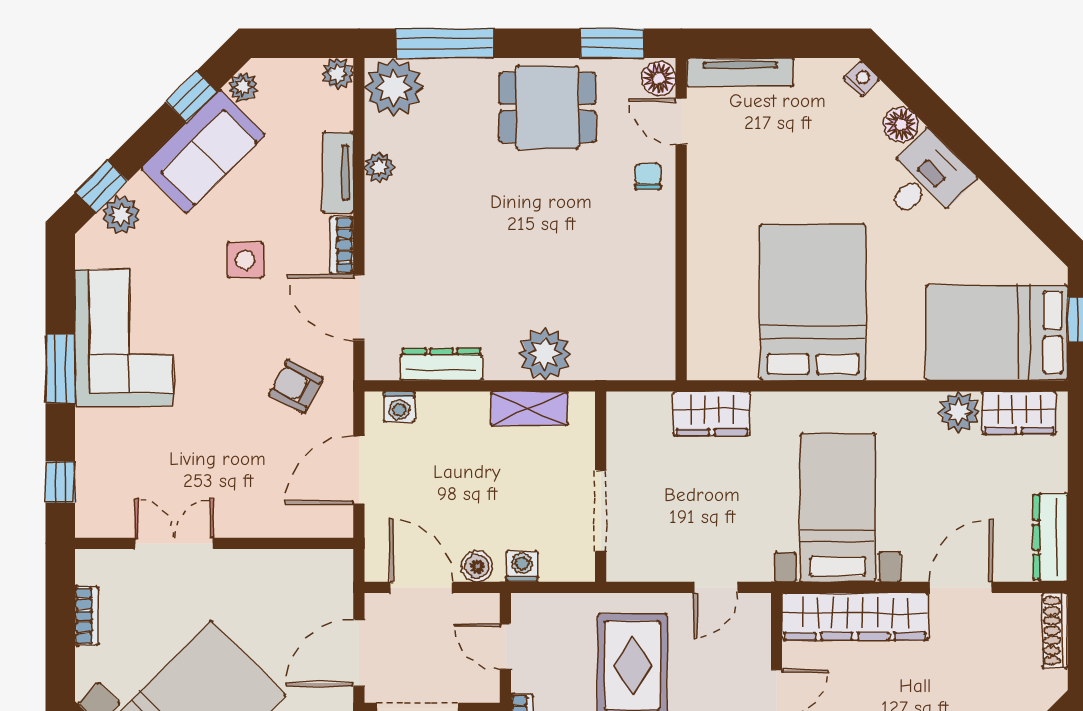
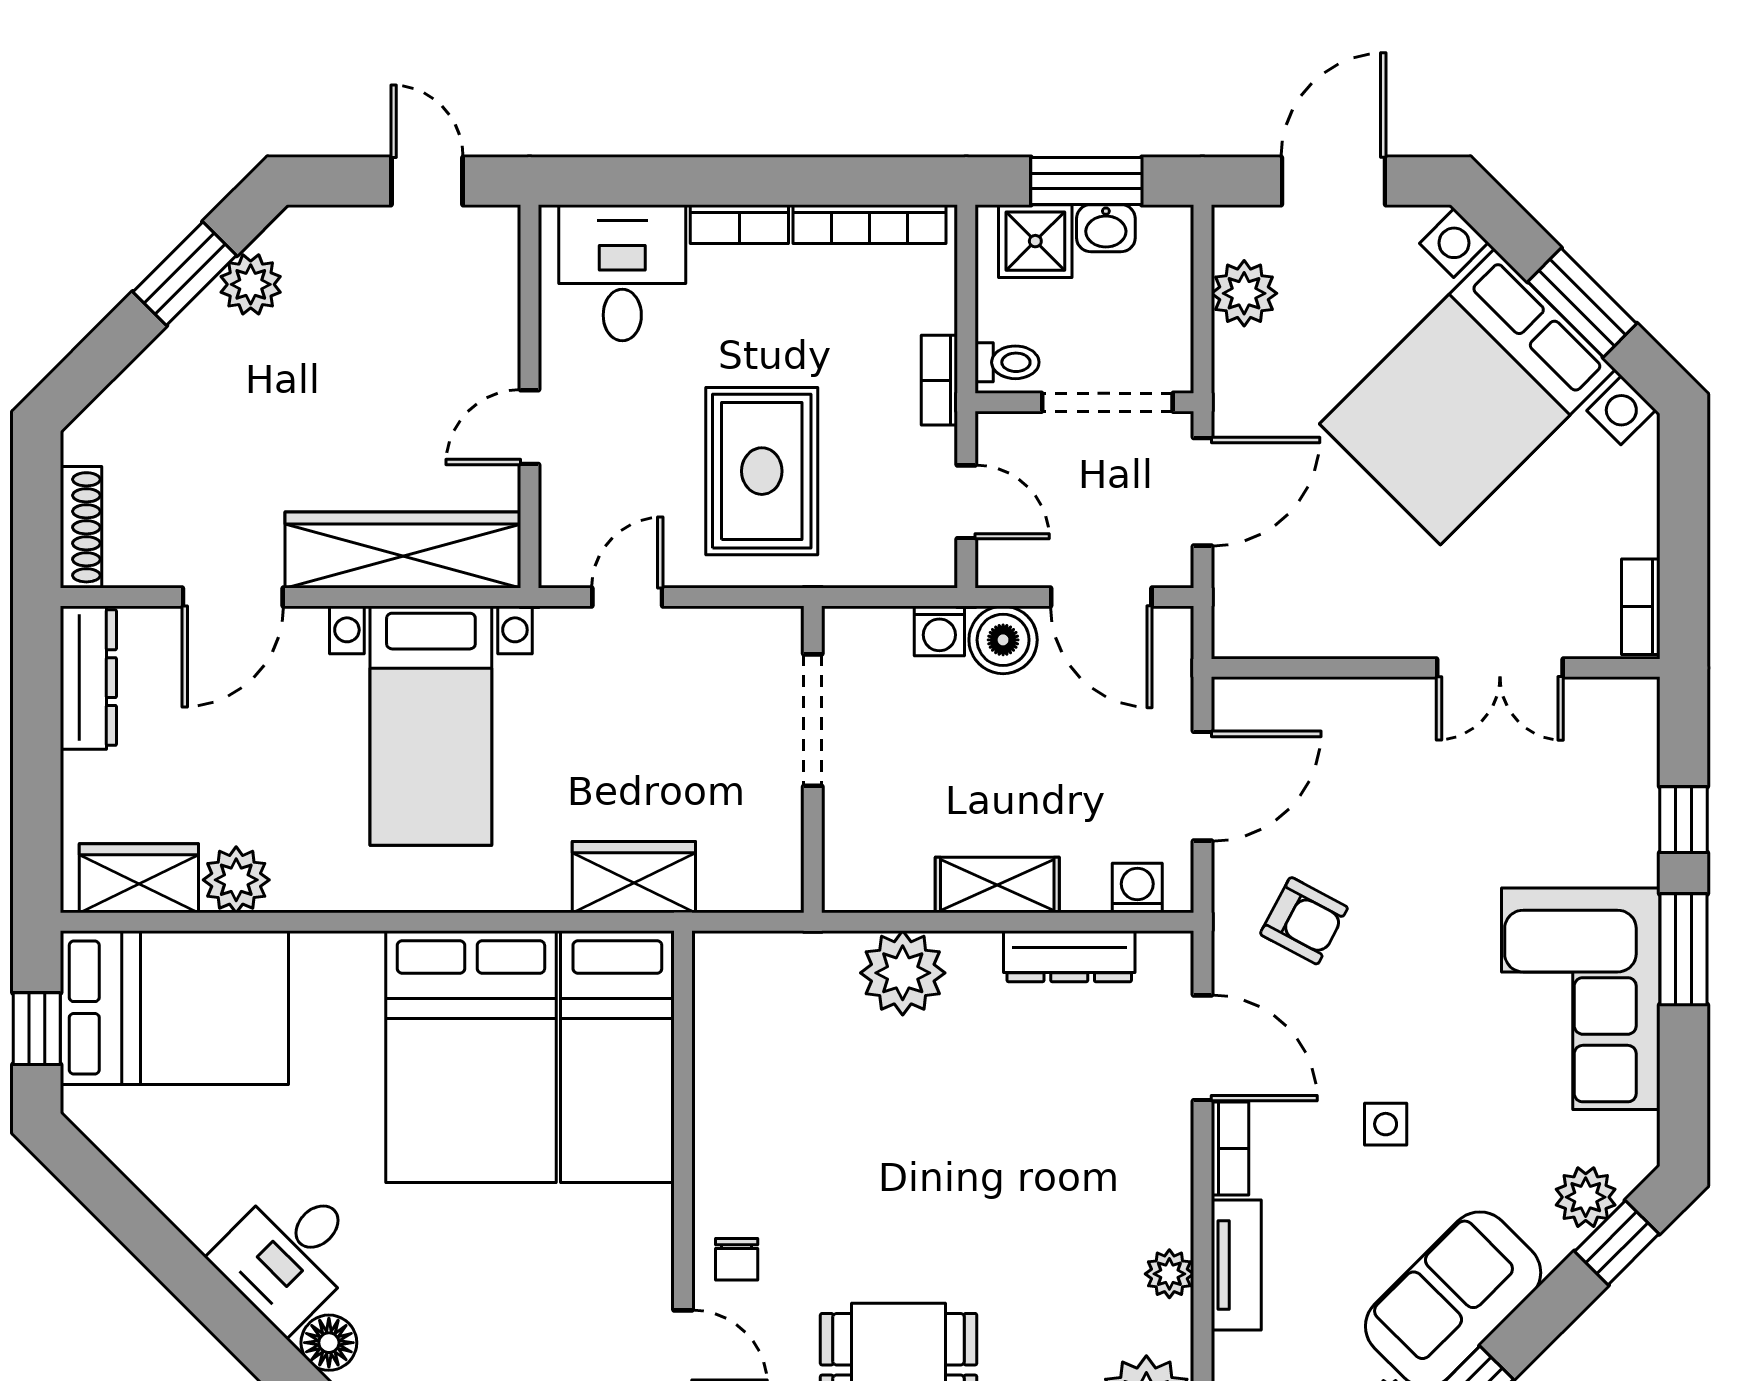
side table: (245, 260) -> (1386, 1124), width x0.73, depth x0.73
bed: (722, 302) -> (617, 1057), added
shelving: (529, 409) -> (997, 885), moved
window: (60, 482) -> (1683, 820), moved
boiler: (477, 566) -> (1003, 640), width x1.36, depth x1.36
bookcase: (87, 616) -> (1641, 607), moved

